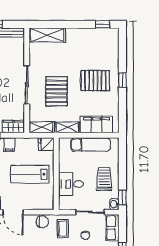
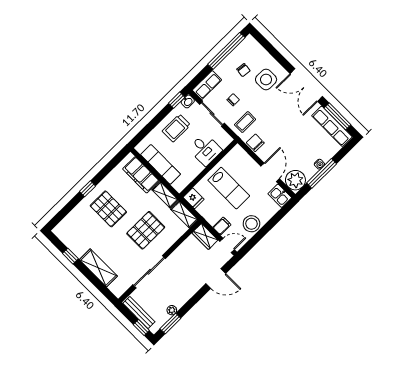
window: (103, 24) -> (70, 256), moved
shelving: (47, 35) -> (98, 268), moved
sliding door: (27, 85) -> (149, 272), moved

